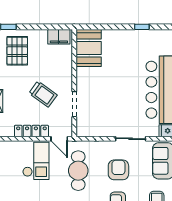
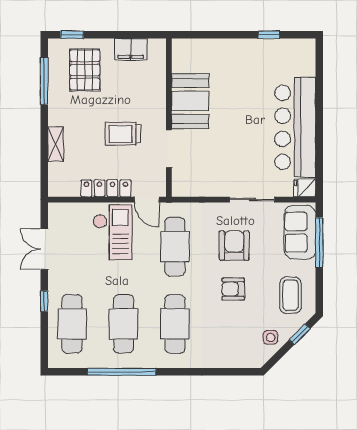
filing cabinet: (59, 37) -> (131, 49), moved
booth: (89, 48) -> (190, 101), moved
trolley: (43, 94) -> (123, 134), turned 144

